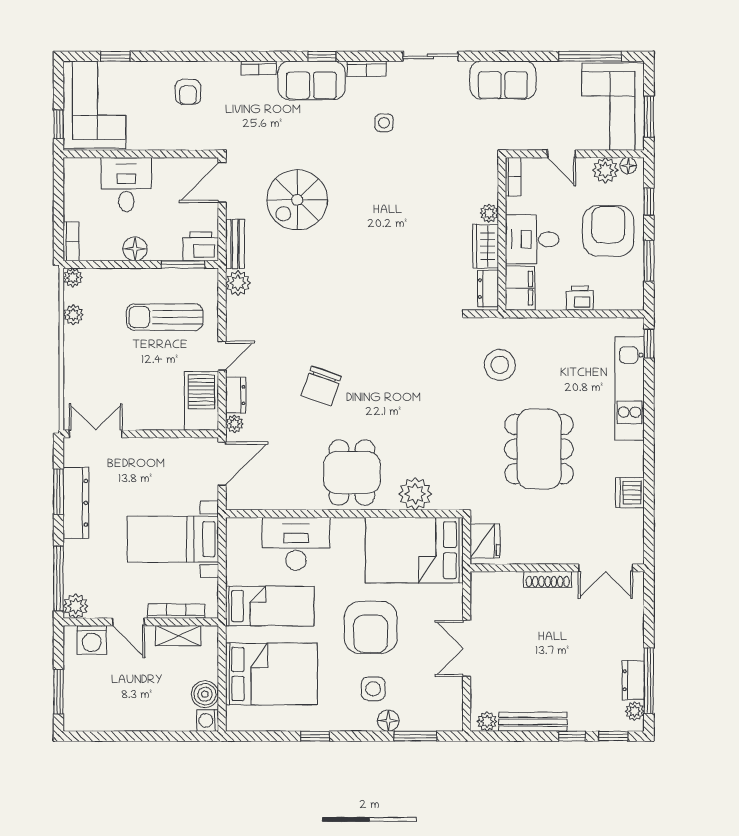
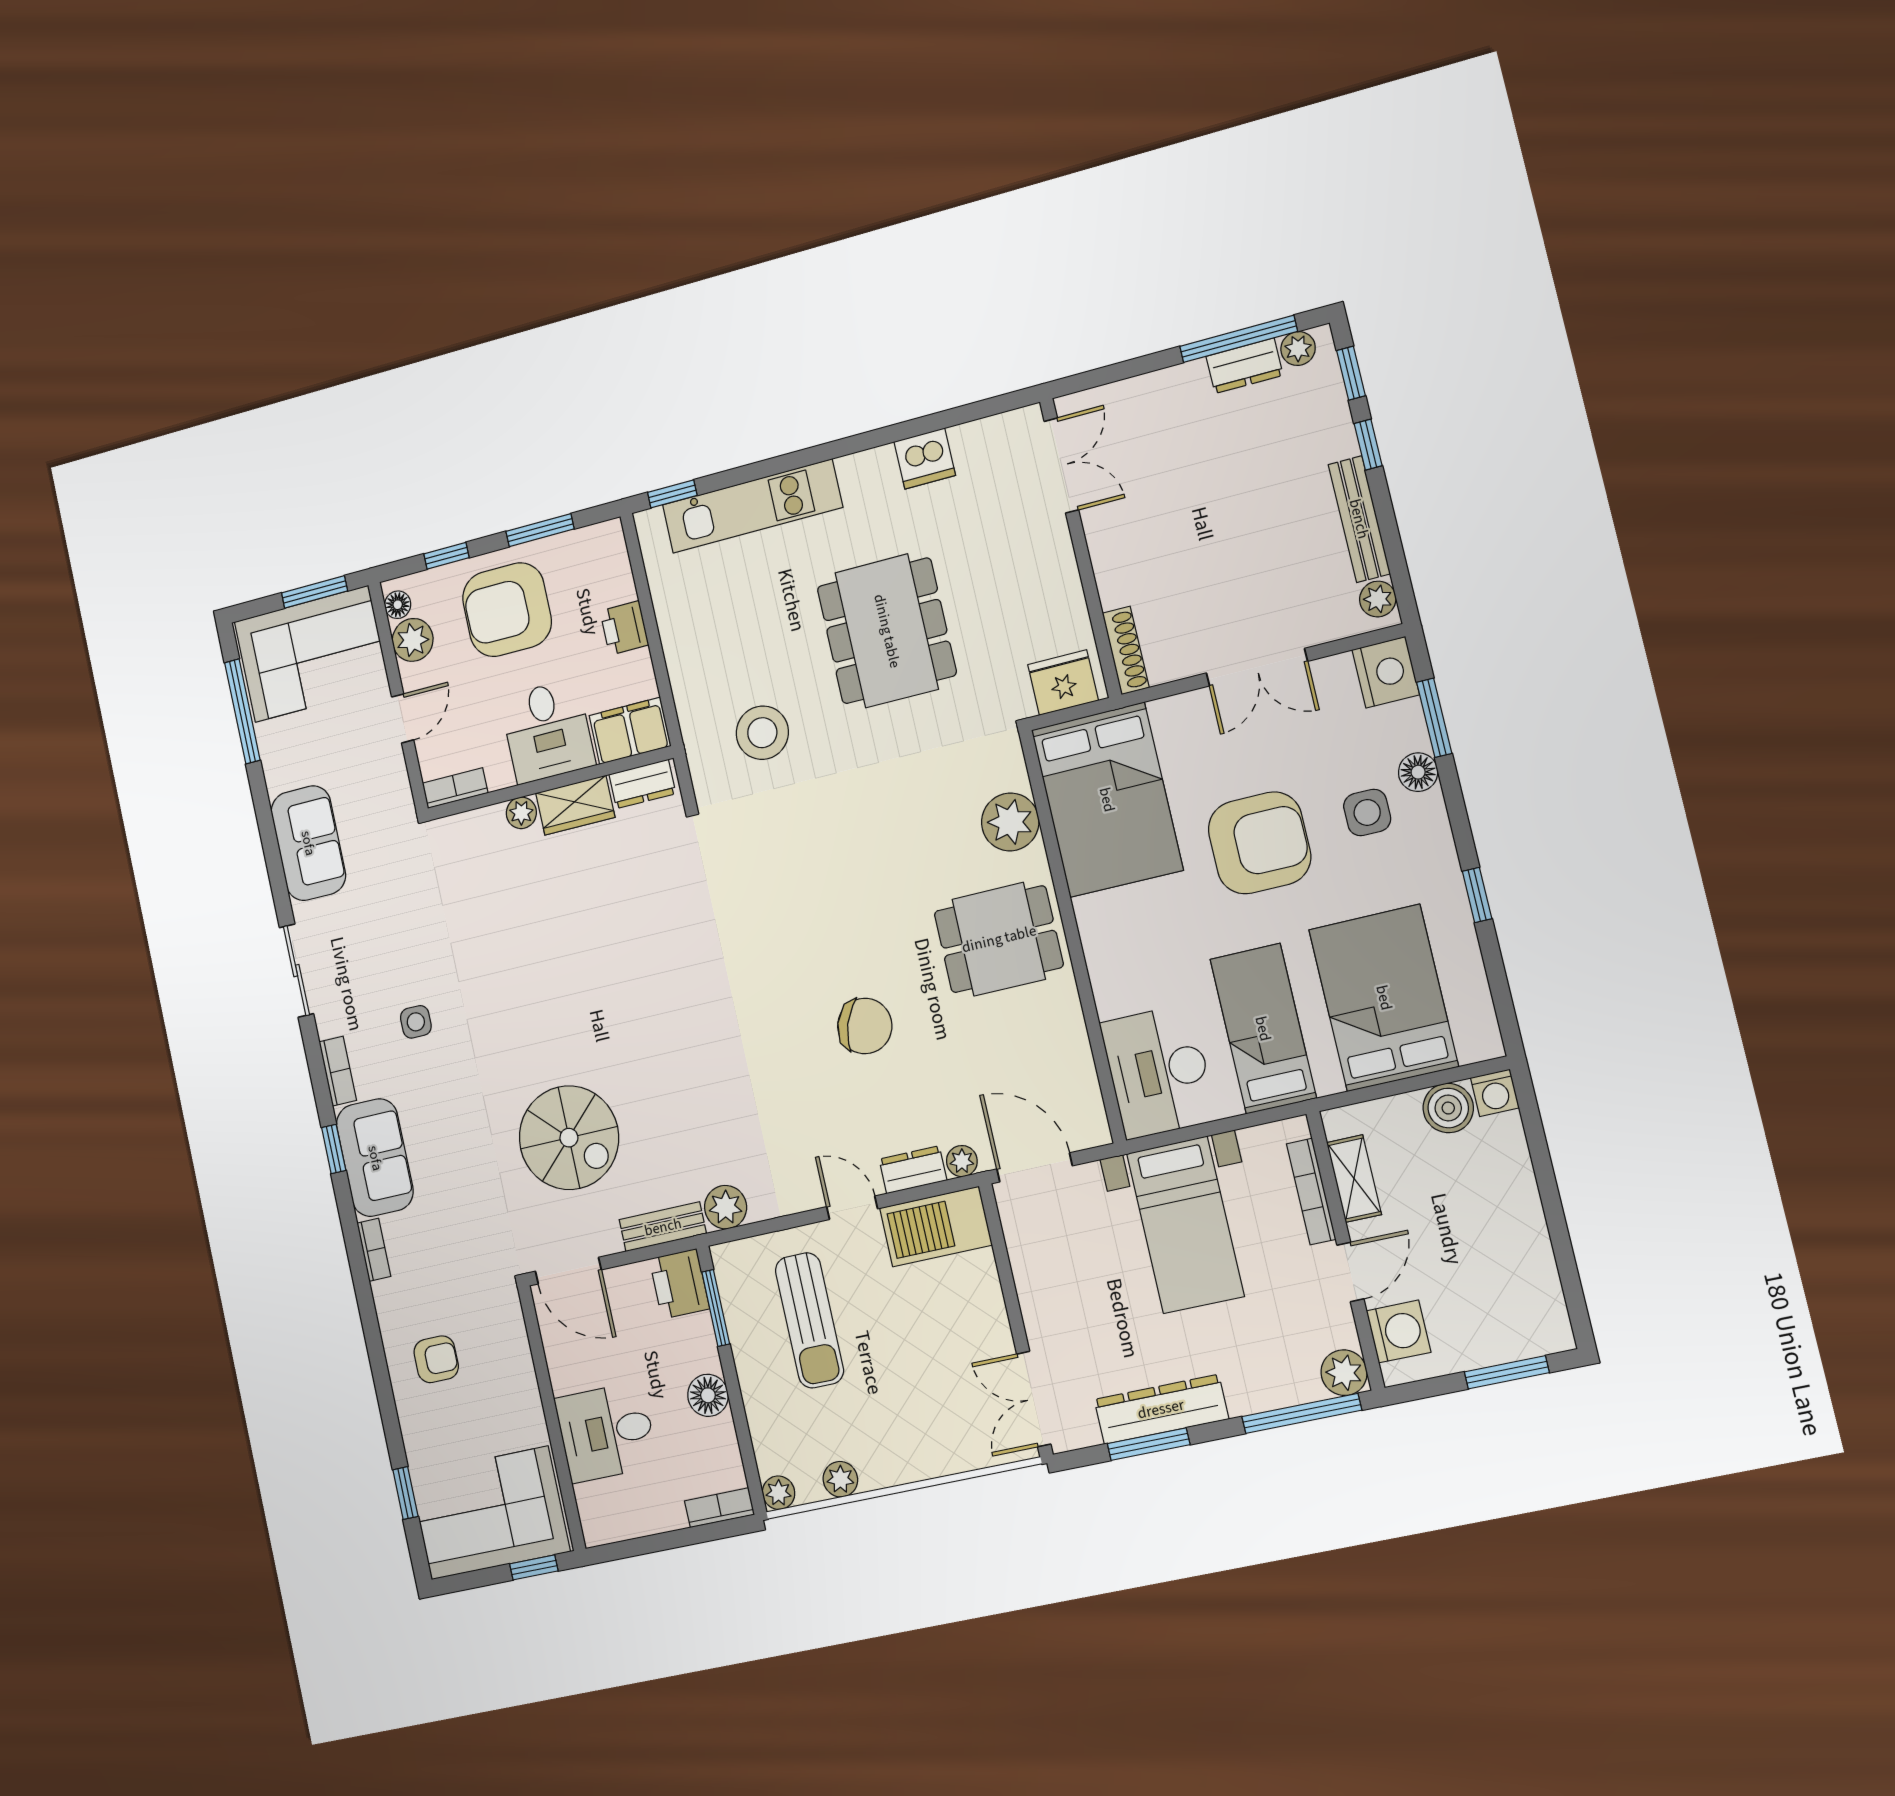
dining table: (539, 449) -> (887, 631), turned 90
desk: (296, 544) -> (1158, 1071), moved
shoe rack: (548, 579) -> (1126, 650), moved
nightstand: (446, 716) -> (1386, 672), added

